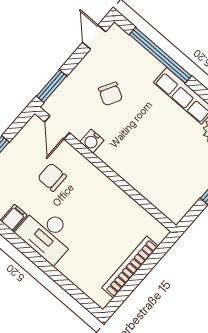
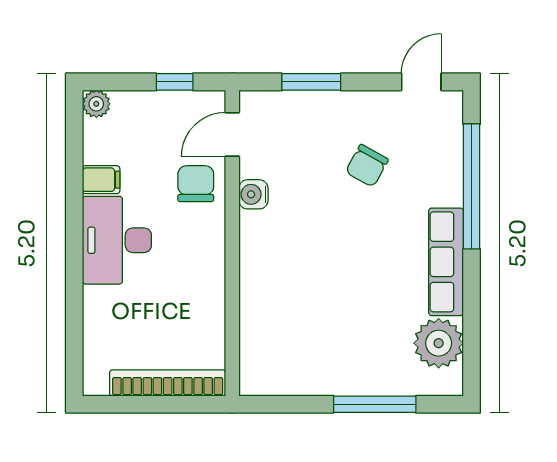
door: (57, 127) -> (232, 134), moved
water cooler: (92, 141) -> (253, 194), moved
wall: (105, 169) -> (232, 243), moved

